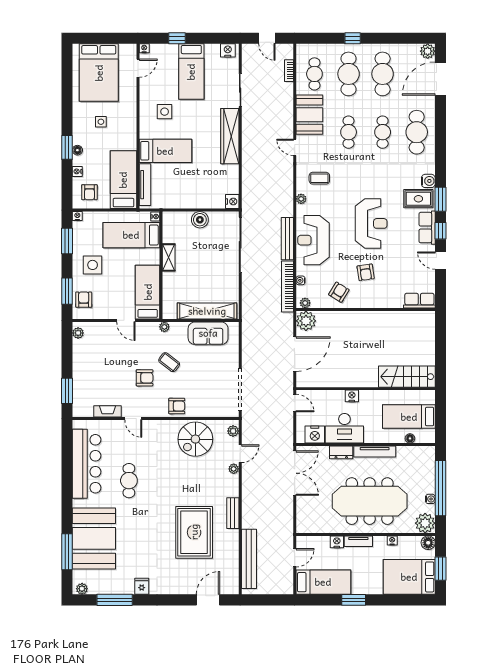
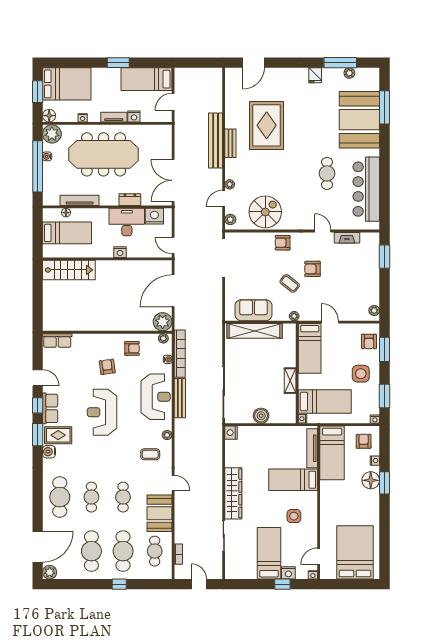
nightstand: (228, 50) -> (288, 573), moved
side table: (101, 122) -> (353, 507), removed
floor lamp: (77, 150) -> (371, 480), width x1.89, depth x1.89
armchair: (339, 292) -> (132, 348), turned -122
tv unit: (375, 452) -> (80, 200), moved
bench: (249, 559) -> (216, 140), moved
plant: (82, 589) -> (349, 73), moved

